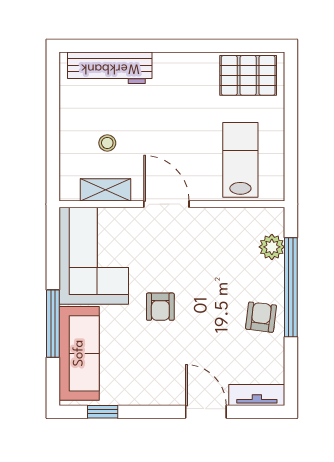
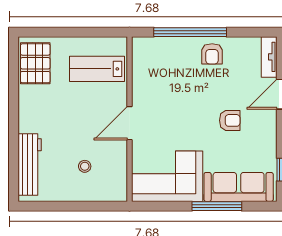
shelving: (106, 190) -> (119, 168), removed
plant: (272, 247) -> (161, 46), removed
armchair: (160, 307) -> (230, 120), moved
armchair: (261, 317) -> (212, 54), turned -97

